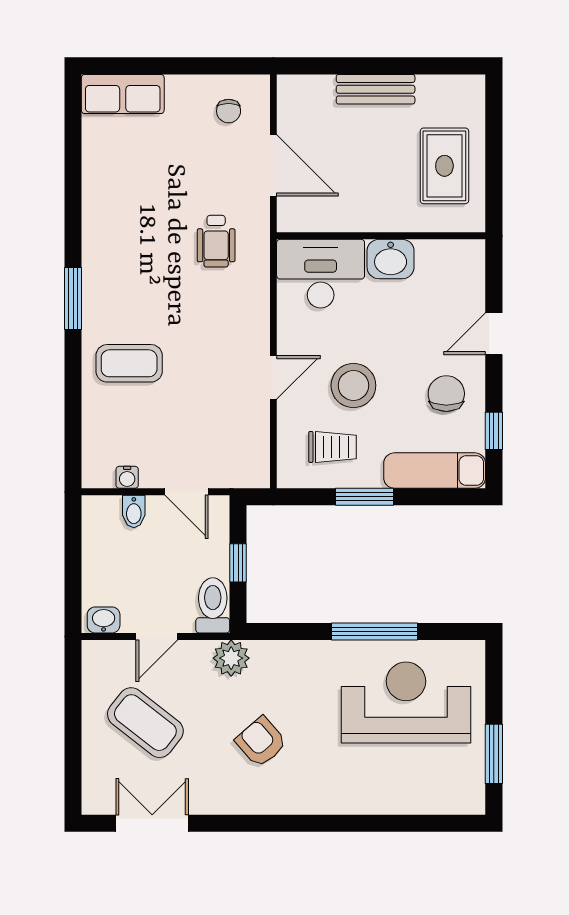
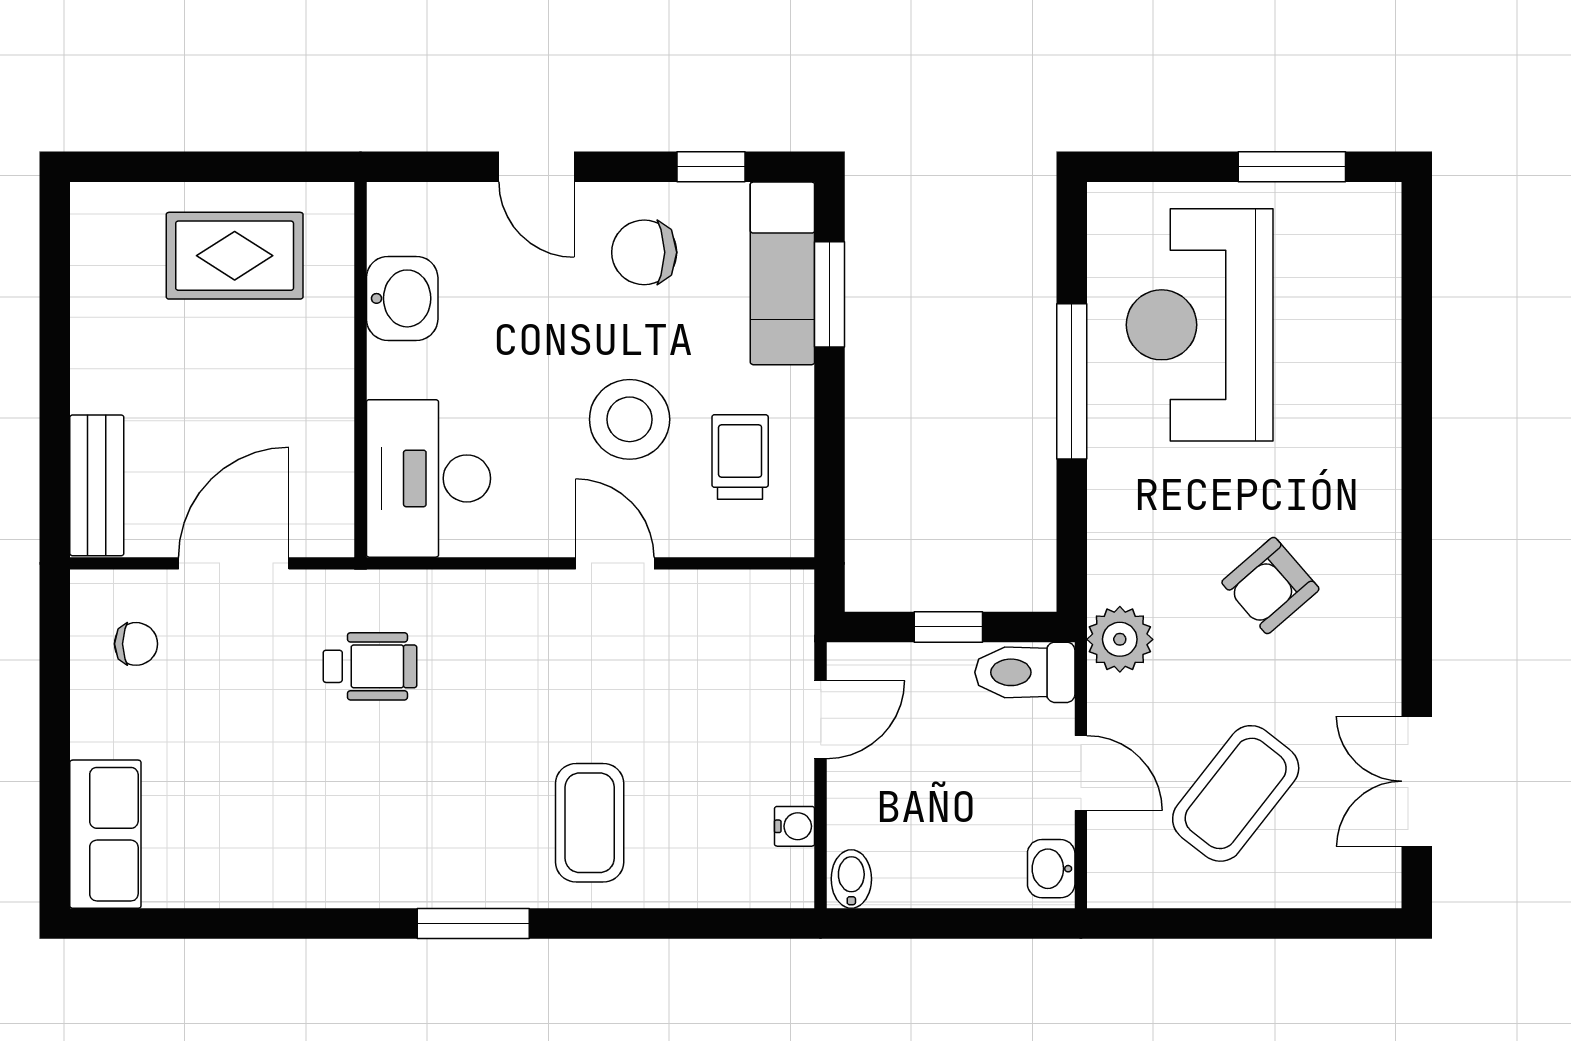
bench: (376, 89) -> (97, 485), moved
washbasin: (391, 259) -> (402, 298), moved
window: (364, 497) -> (830, 294), moved
bidet: (134, 511) -> (851, 879), moved, turned -90

